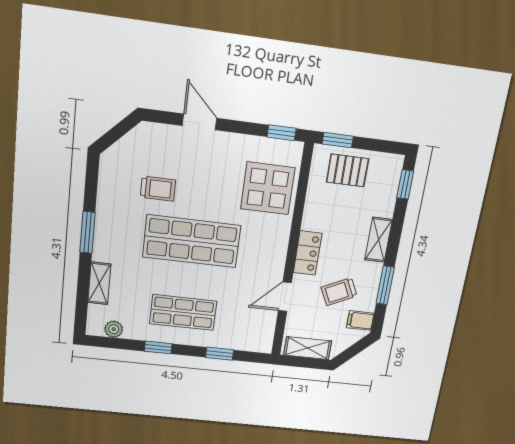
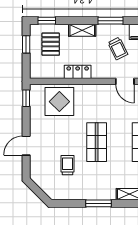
window: (338, 140) -> (26, 44), moved
pallet: (347, 170) -> (51, 44), moved
shop shelf: (192, 241) -> (97, 142), width x0.70, depth x0.74
locker: (308, 253) -> (78, 72), moved

